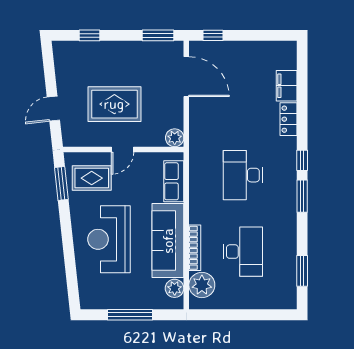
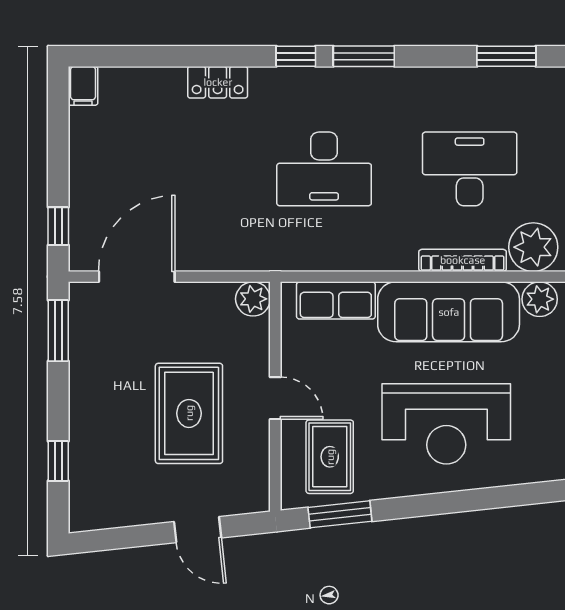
filing cabinet: (287, 86) -> (83, 86), moved, width x0.50

